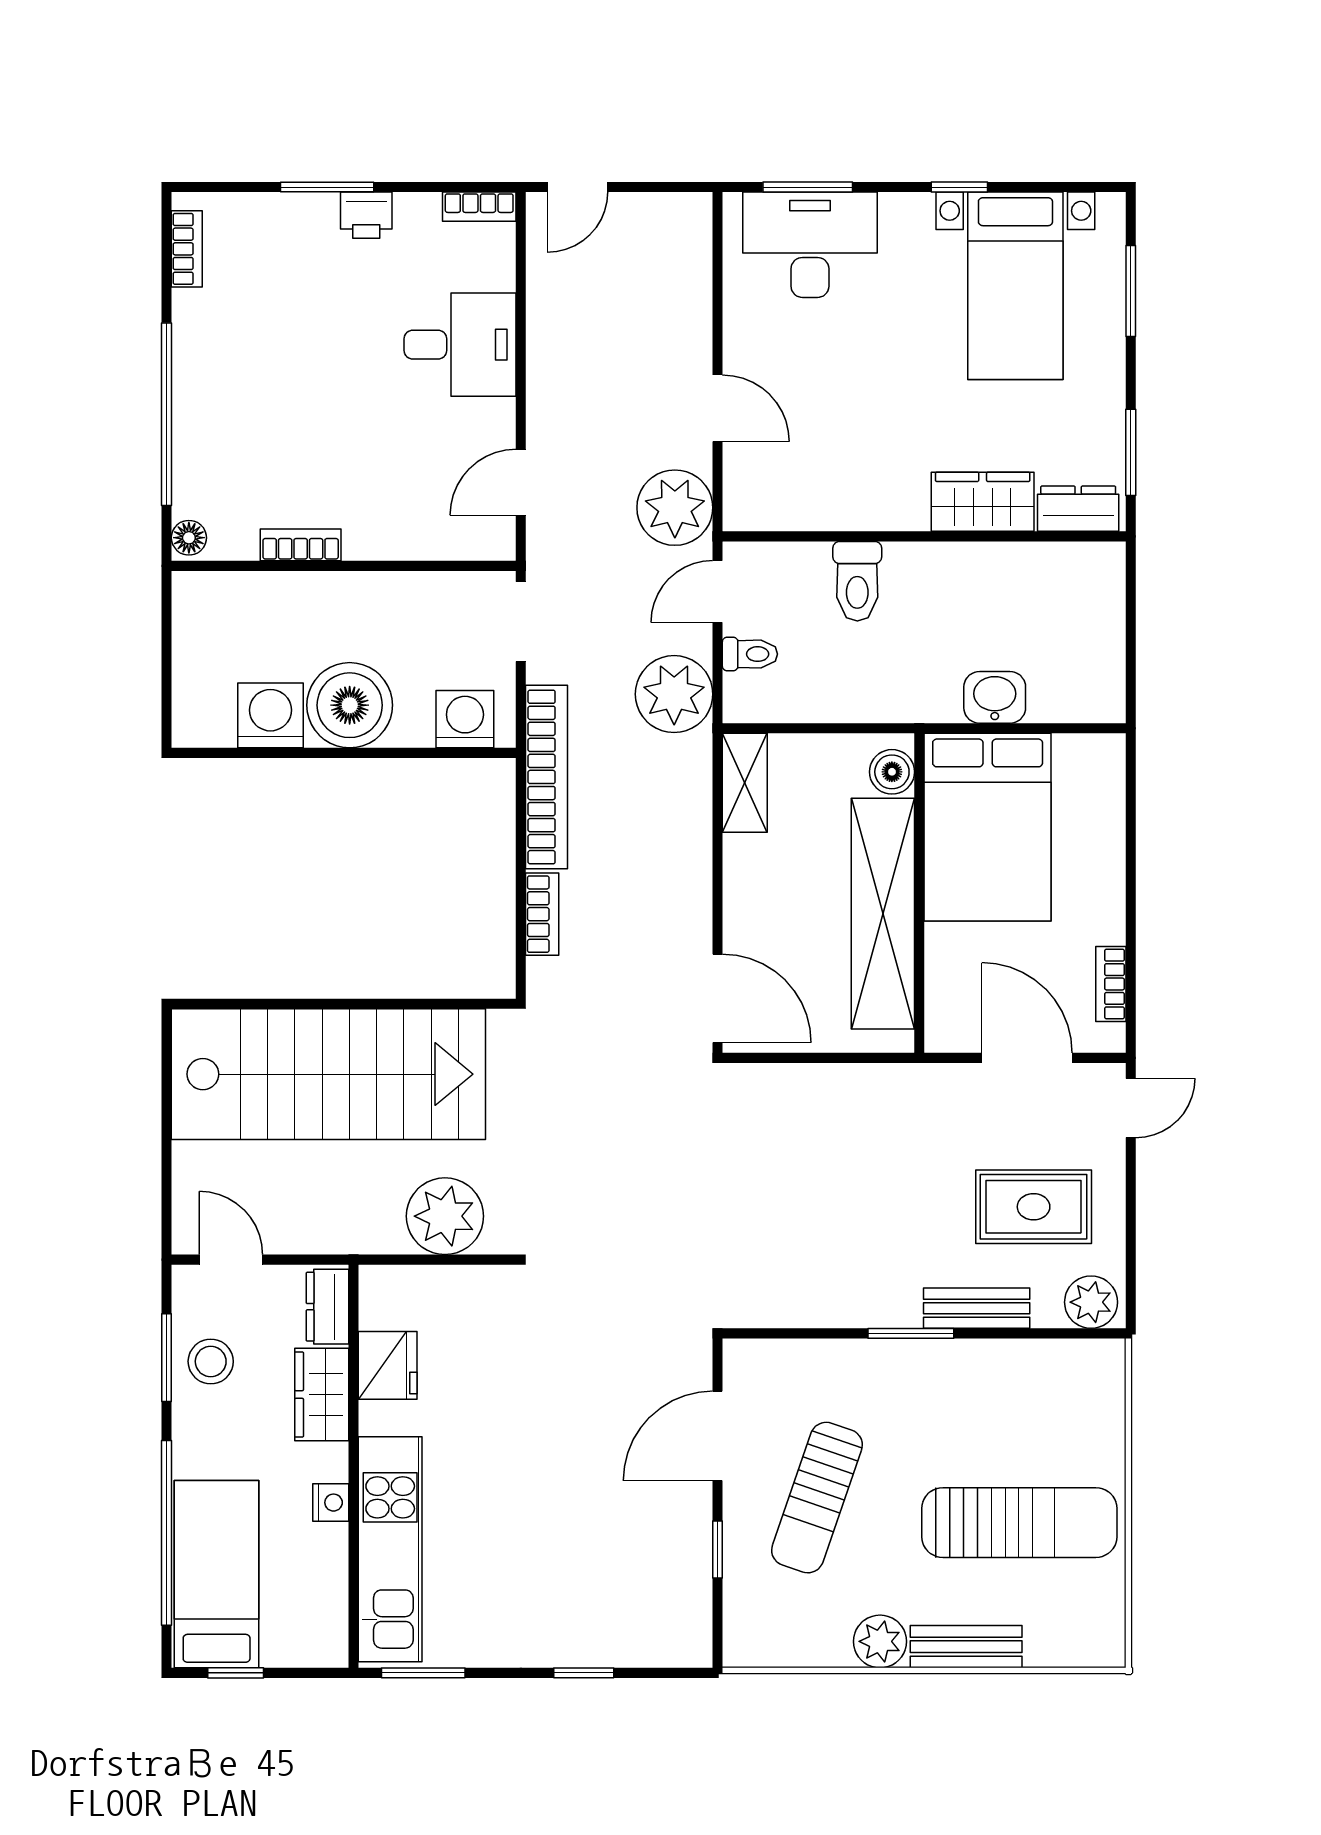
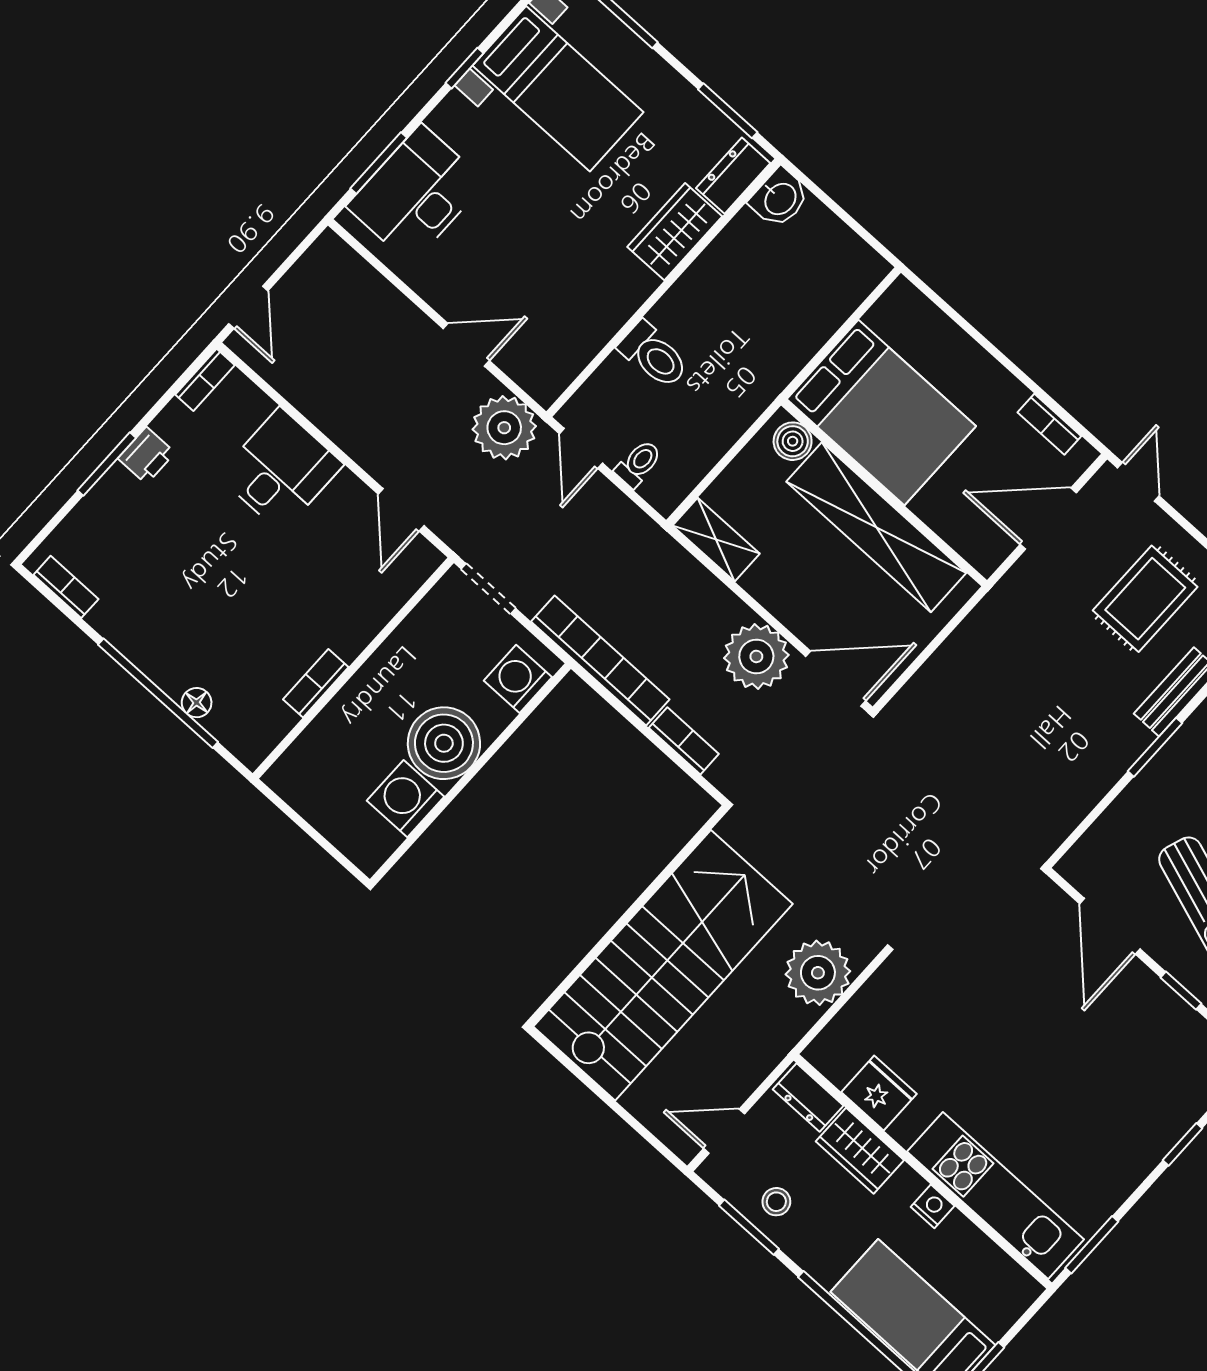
floor lamp: (189, 538) -> (197, 703), moved
plant: (674, 694) -> (756, 656), moved
washbasin: (995, 697) -> (779, 198), moved, turned 180
stool: (211, 1361) -> (776, 1202), width x0.73, depth x0.73

